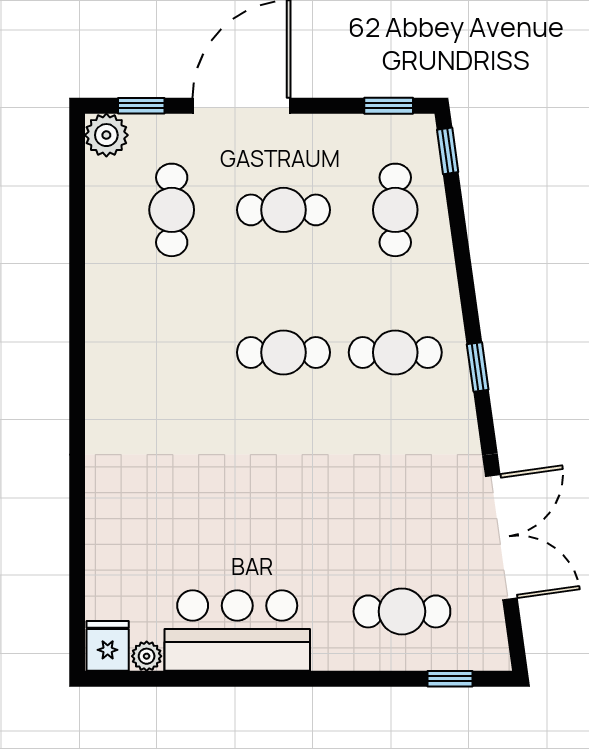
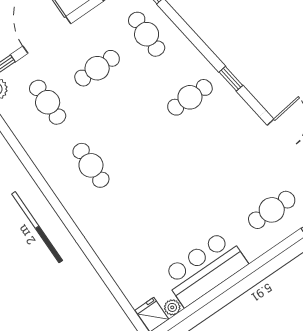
cafe table: (283, 352) -> (91, 165), moved, turned 90

